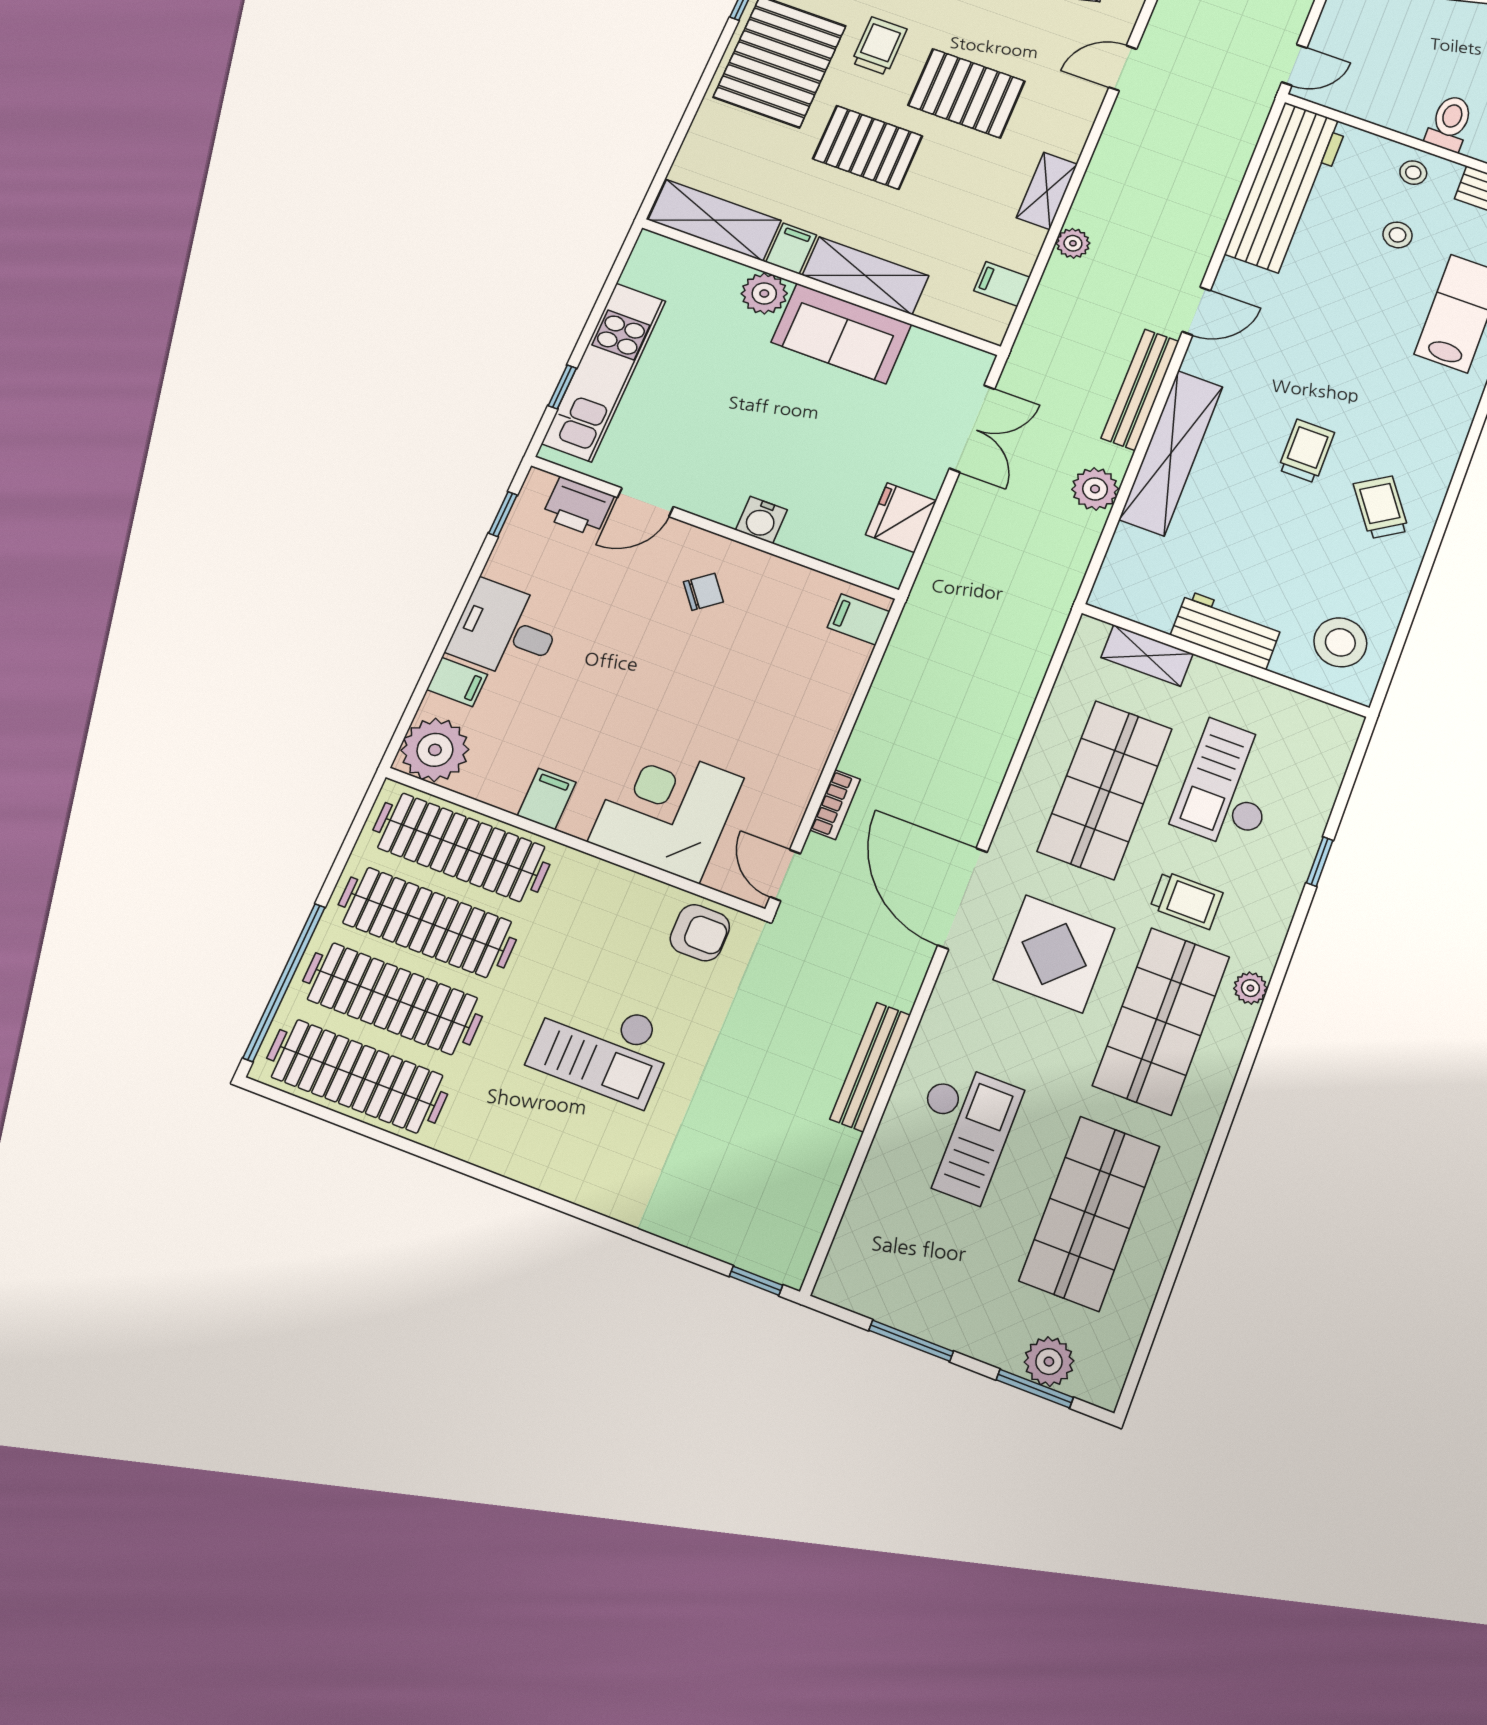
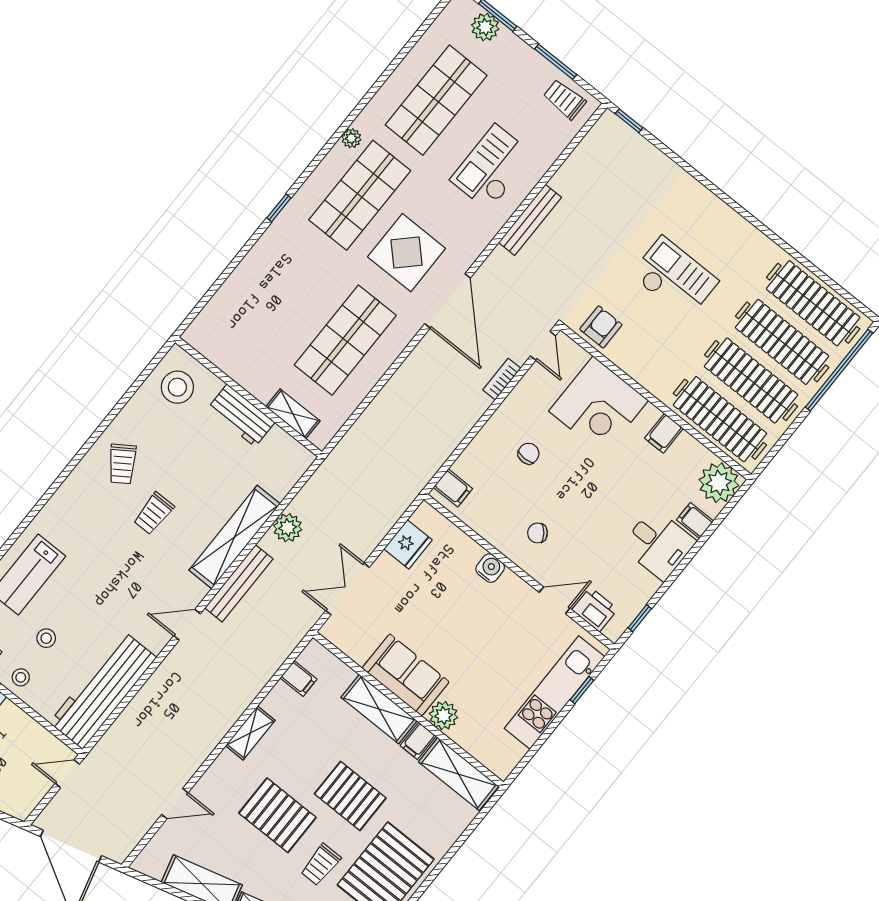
plant: (1073, 243) -> (246, 693), removed
chair: (755, 705) -> (529, 454), added
checkout: (1229, 785) -> (273, 321), removed
window: (1320, 862) -> (279, 208), moved
trolley: (1187, 900) -> (565, 99), moved
armchair: (700, 933) -> (601, 327), turned 90
plant: (1250, 988) -> (351, 138), moved

